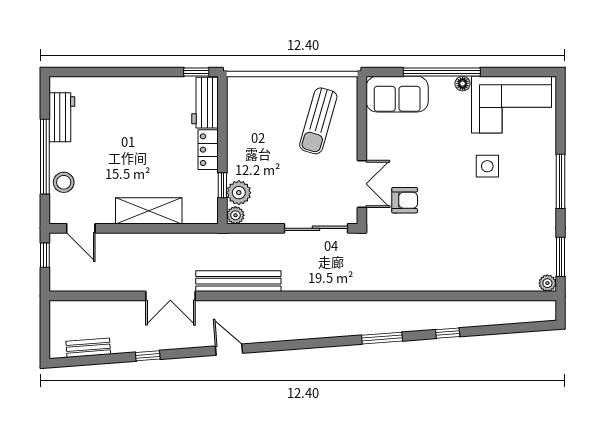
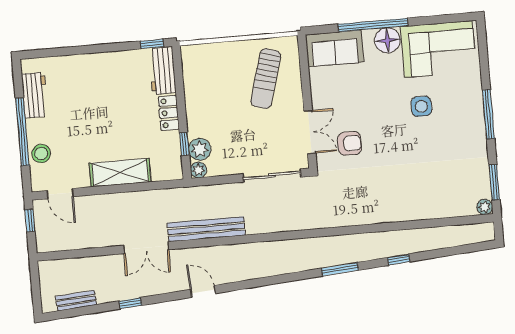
floor lamp: (463, 84) -> (387, 40), width x1.89, depth x1.89

